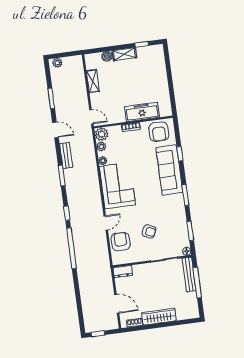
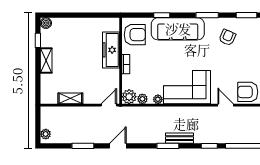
boiler: (107, 56) -> (46, 23), moved
bench: (66, 155) -> (180, 138), moved
armchair: (149, 231) -> (227, 37), moved

